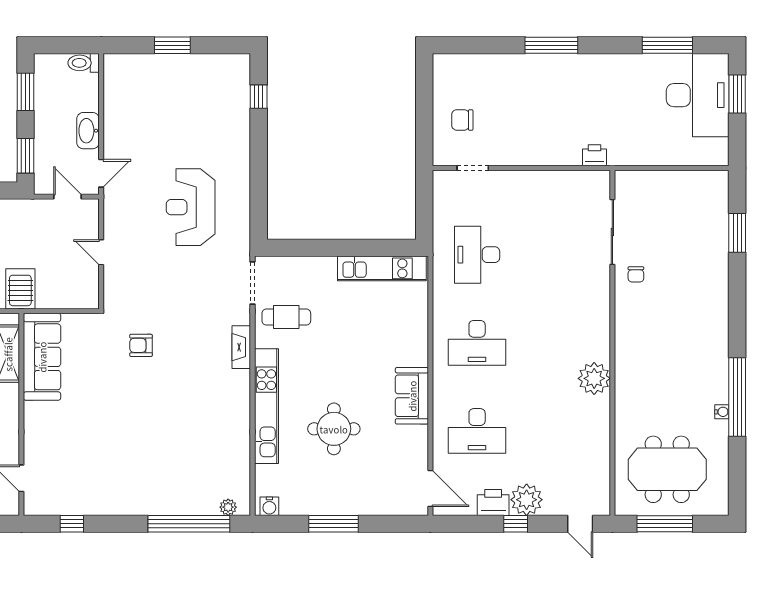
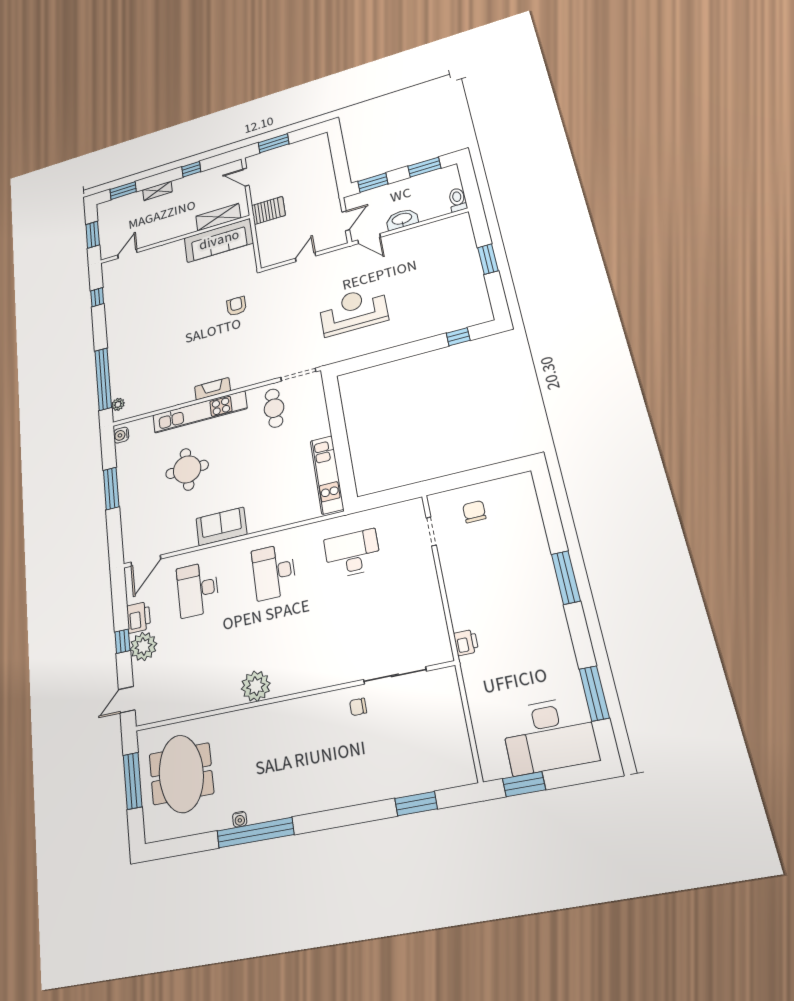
window: (737, 94) -> (524, 784), moved
fireplace: (241, 347) -> (212, 389), moved

